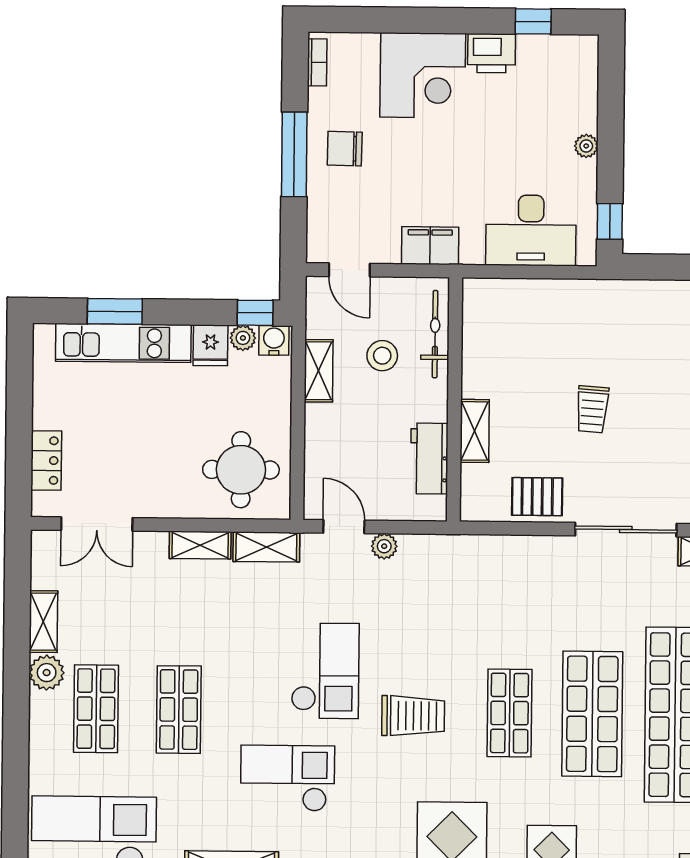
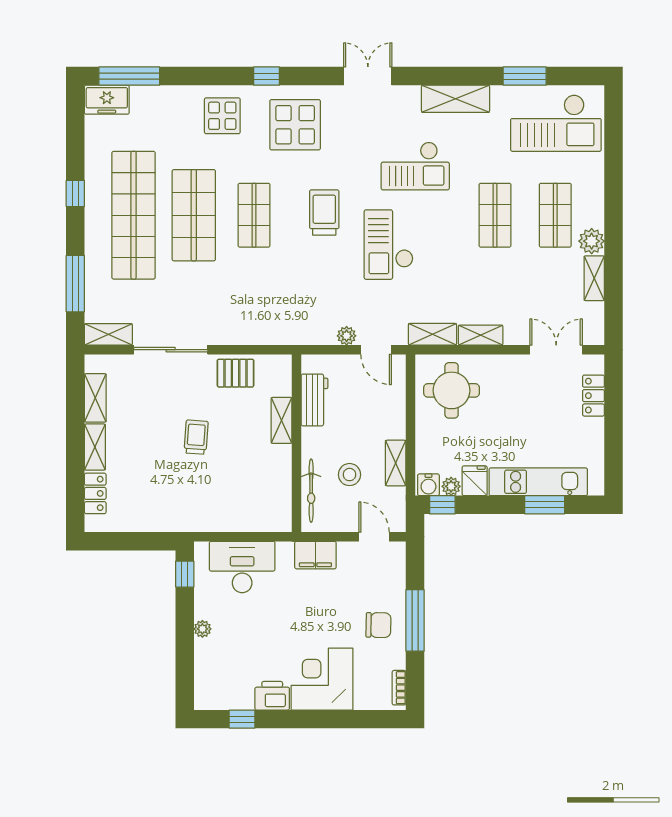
trolley: (413, 716) -> (324, 212), turned 90

